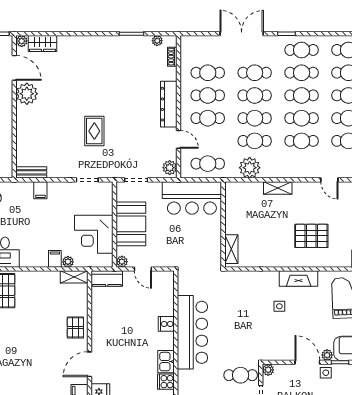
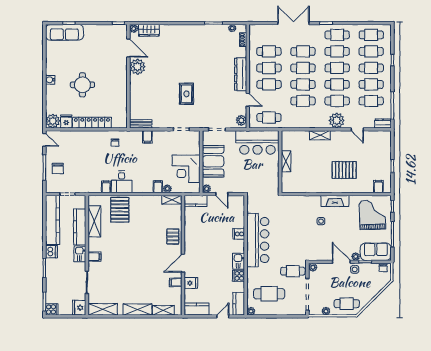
plant: (250, 168) -> (337, 120), moved
shelving: (231, 249) -> (286, 161), moved

